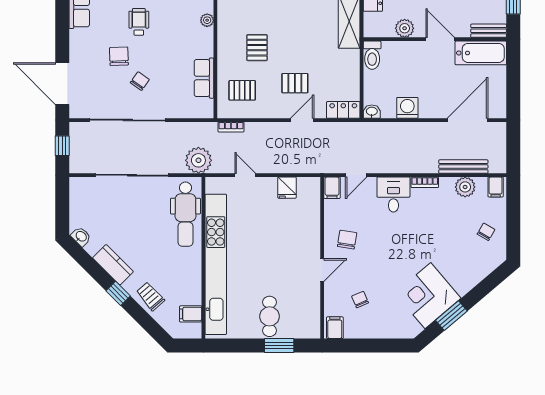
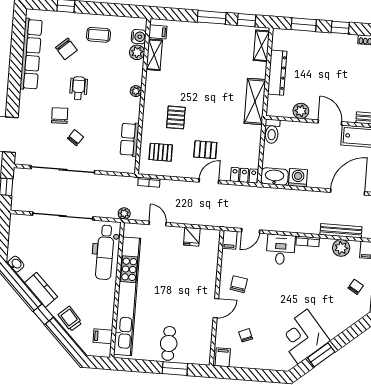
washbasin: (372, 112) -> (274, 177), width x1.91, depth x1.45
plant: (198, 160) -> (124, 214), width x0.53, depth x0.53

